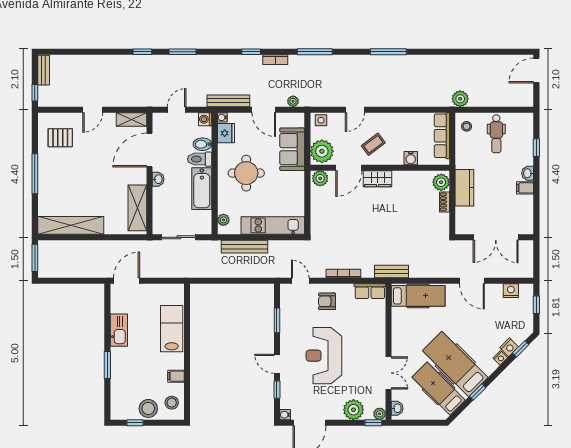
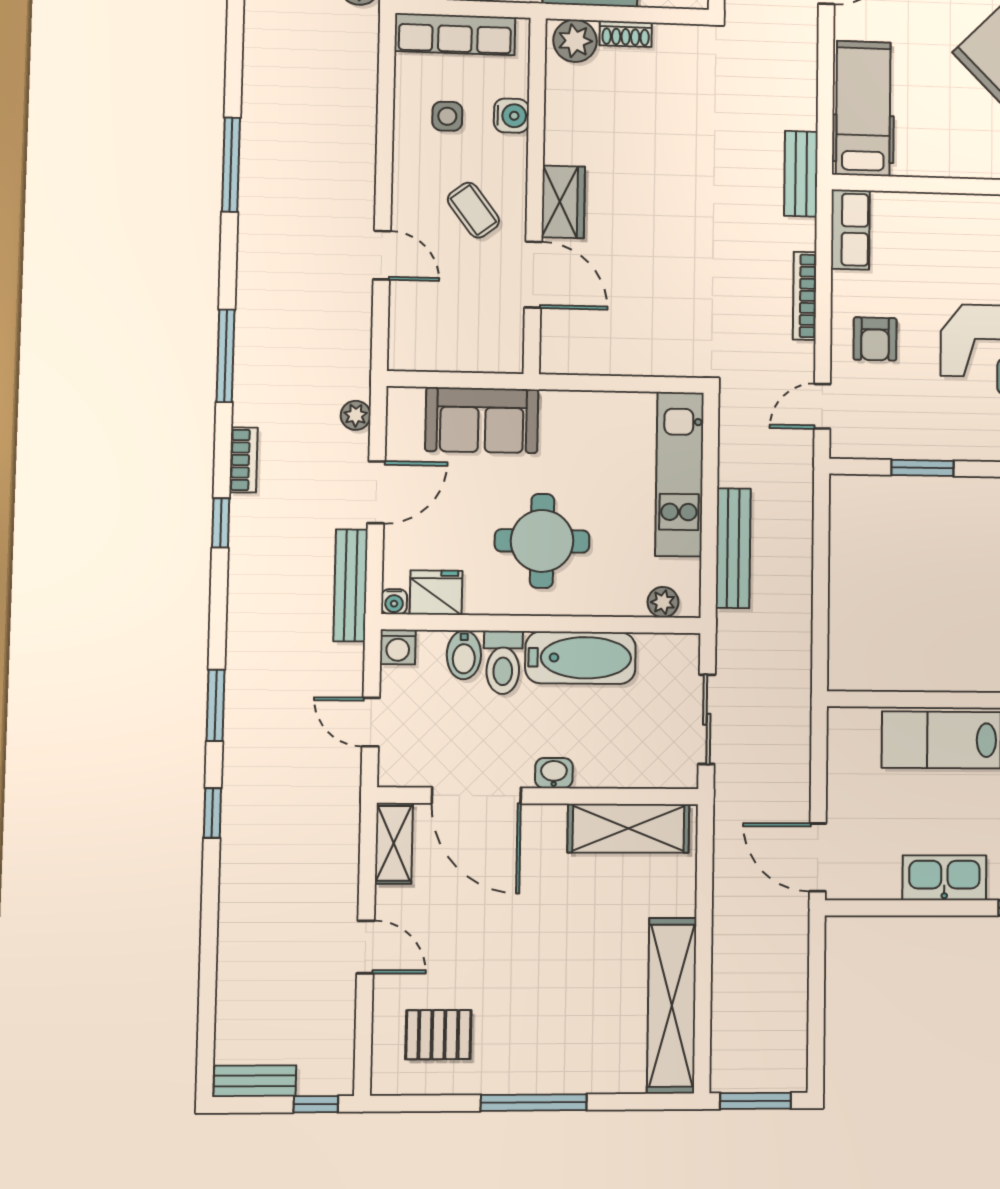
side table: (321, 120) -> (447, 116), moved
pallet: (60, 138) -> (438, 1035), turned 90
plant: (322, 151) -> (489, 343), removed
plant: (320, 178) -> (560, 349), removed

